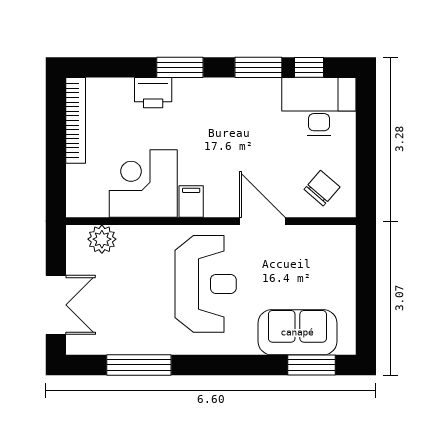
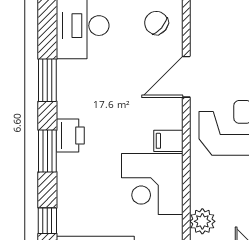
window: (309, 67) -> (47, 221), moved
printer: (153, 93) -> (70, 136), moved

